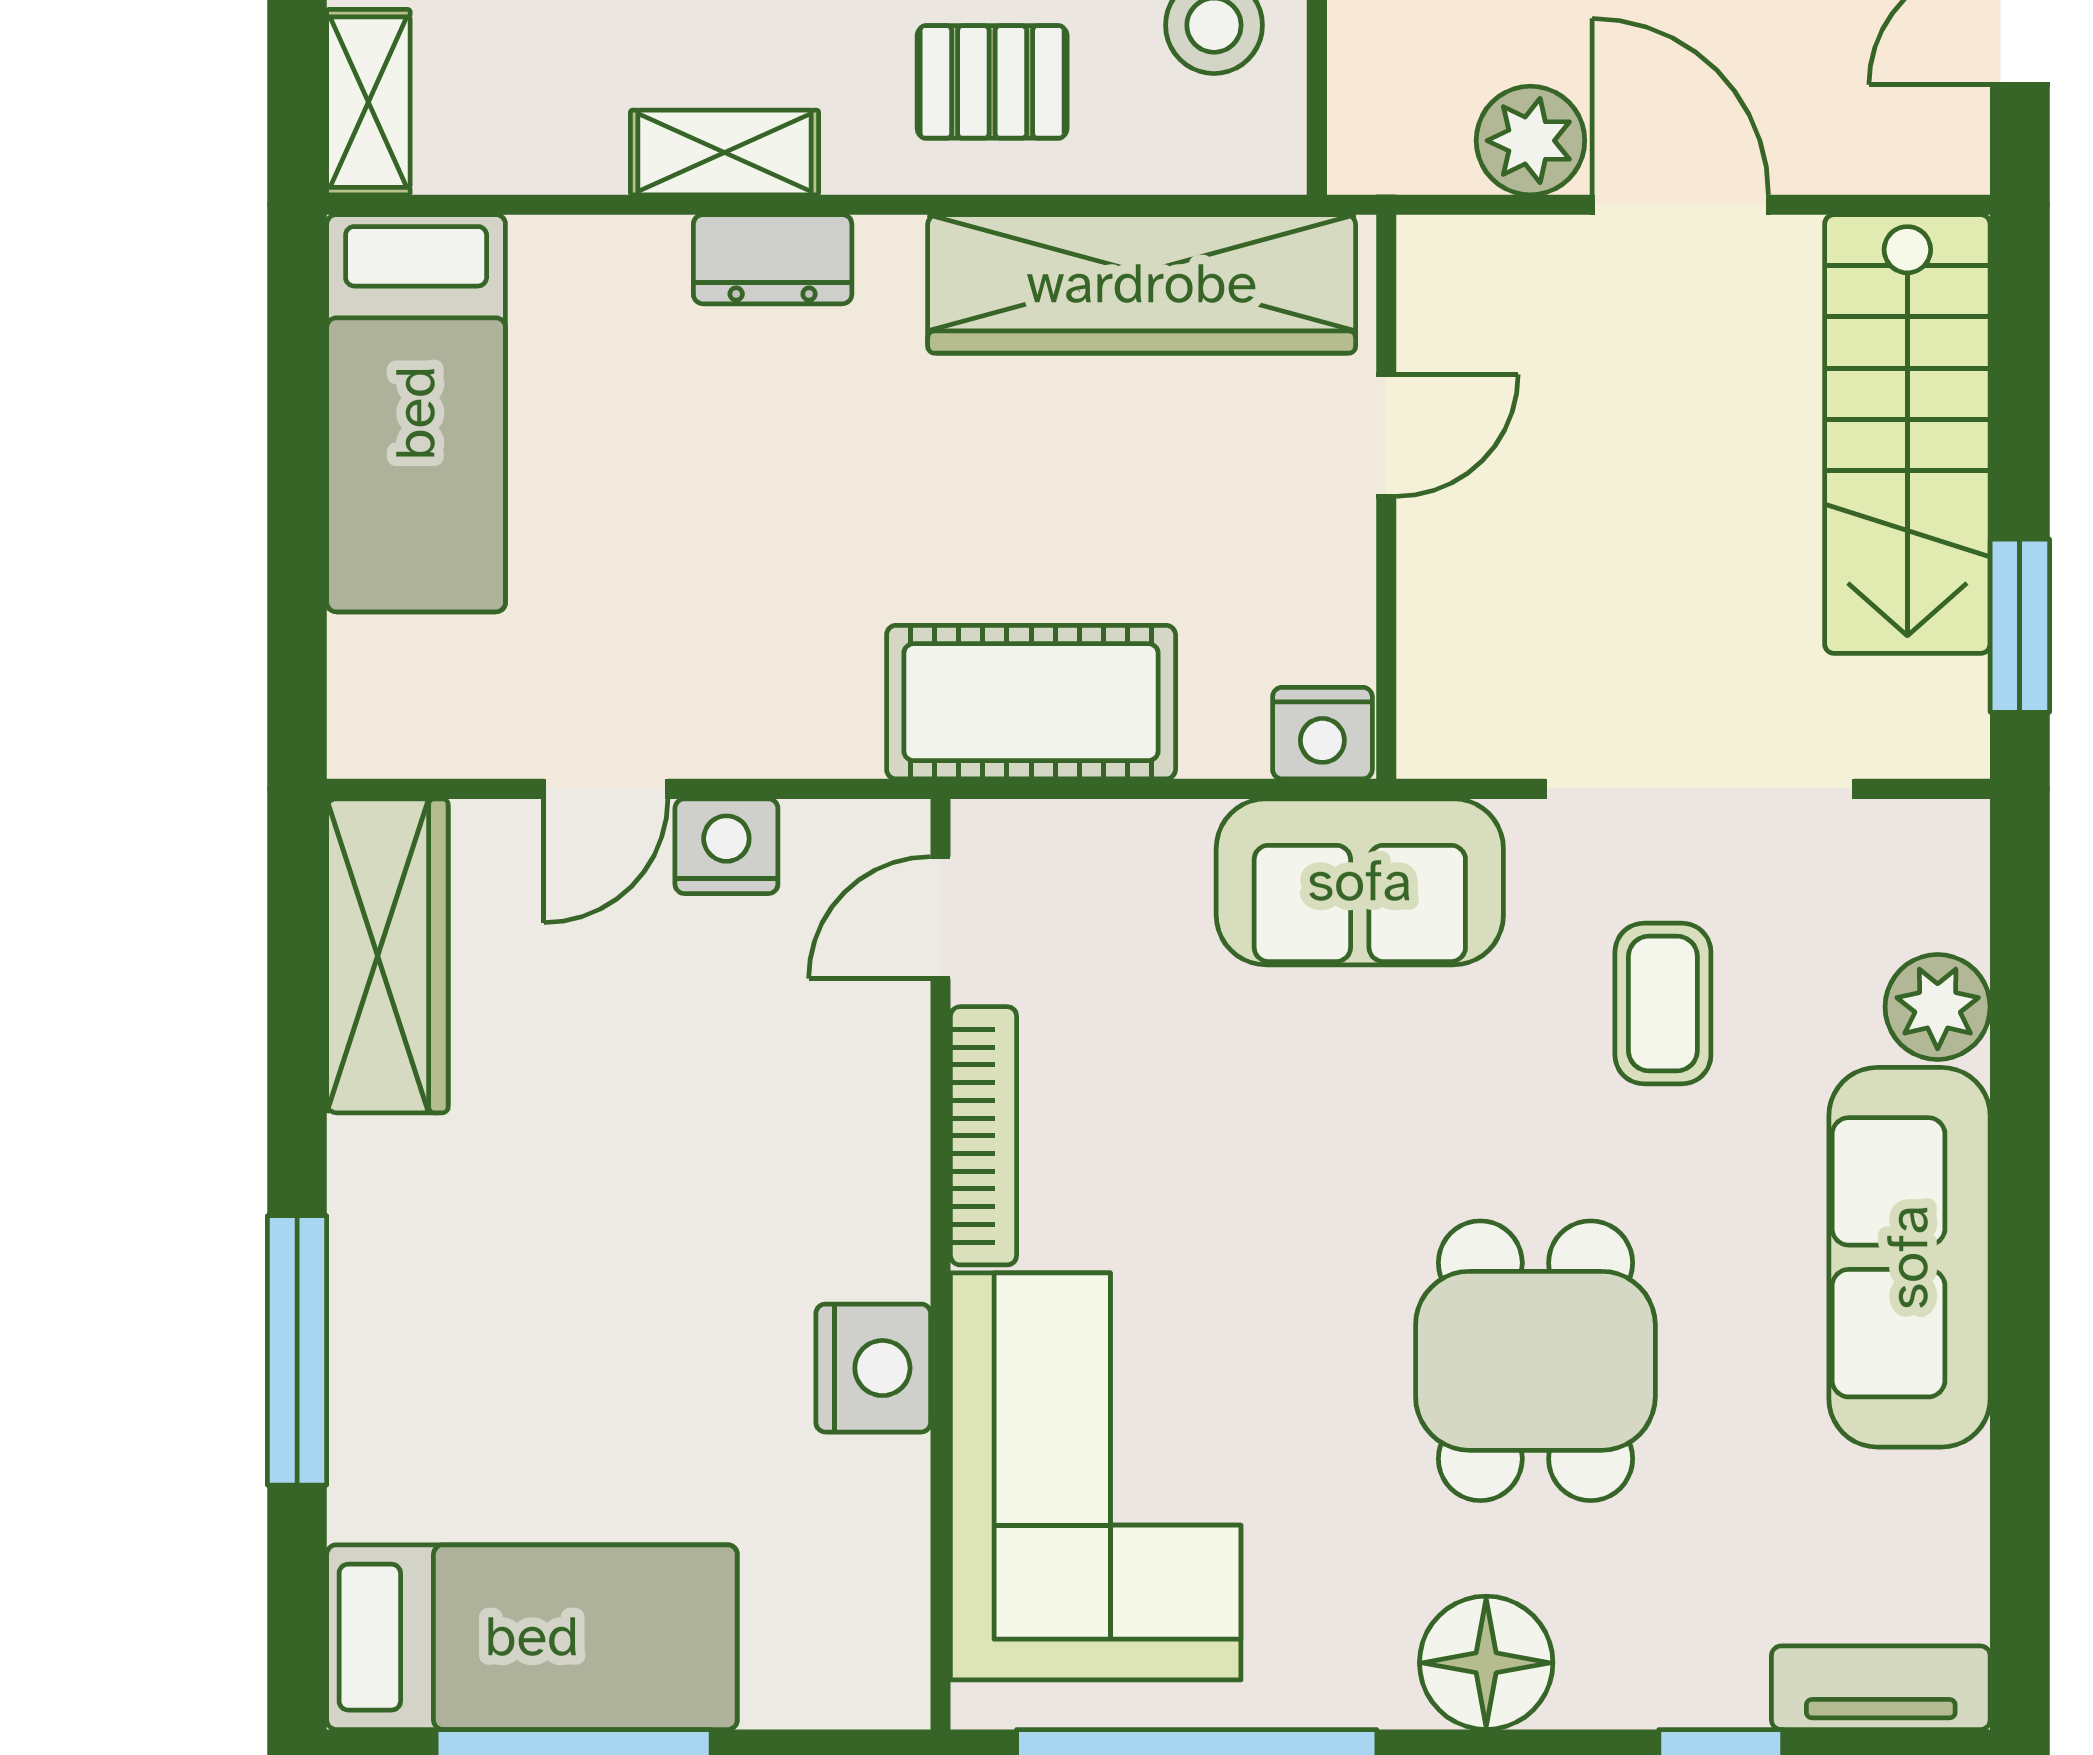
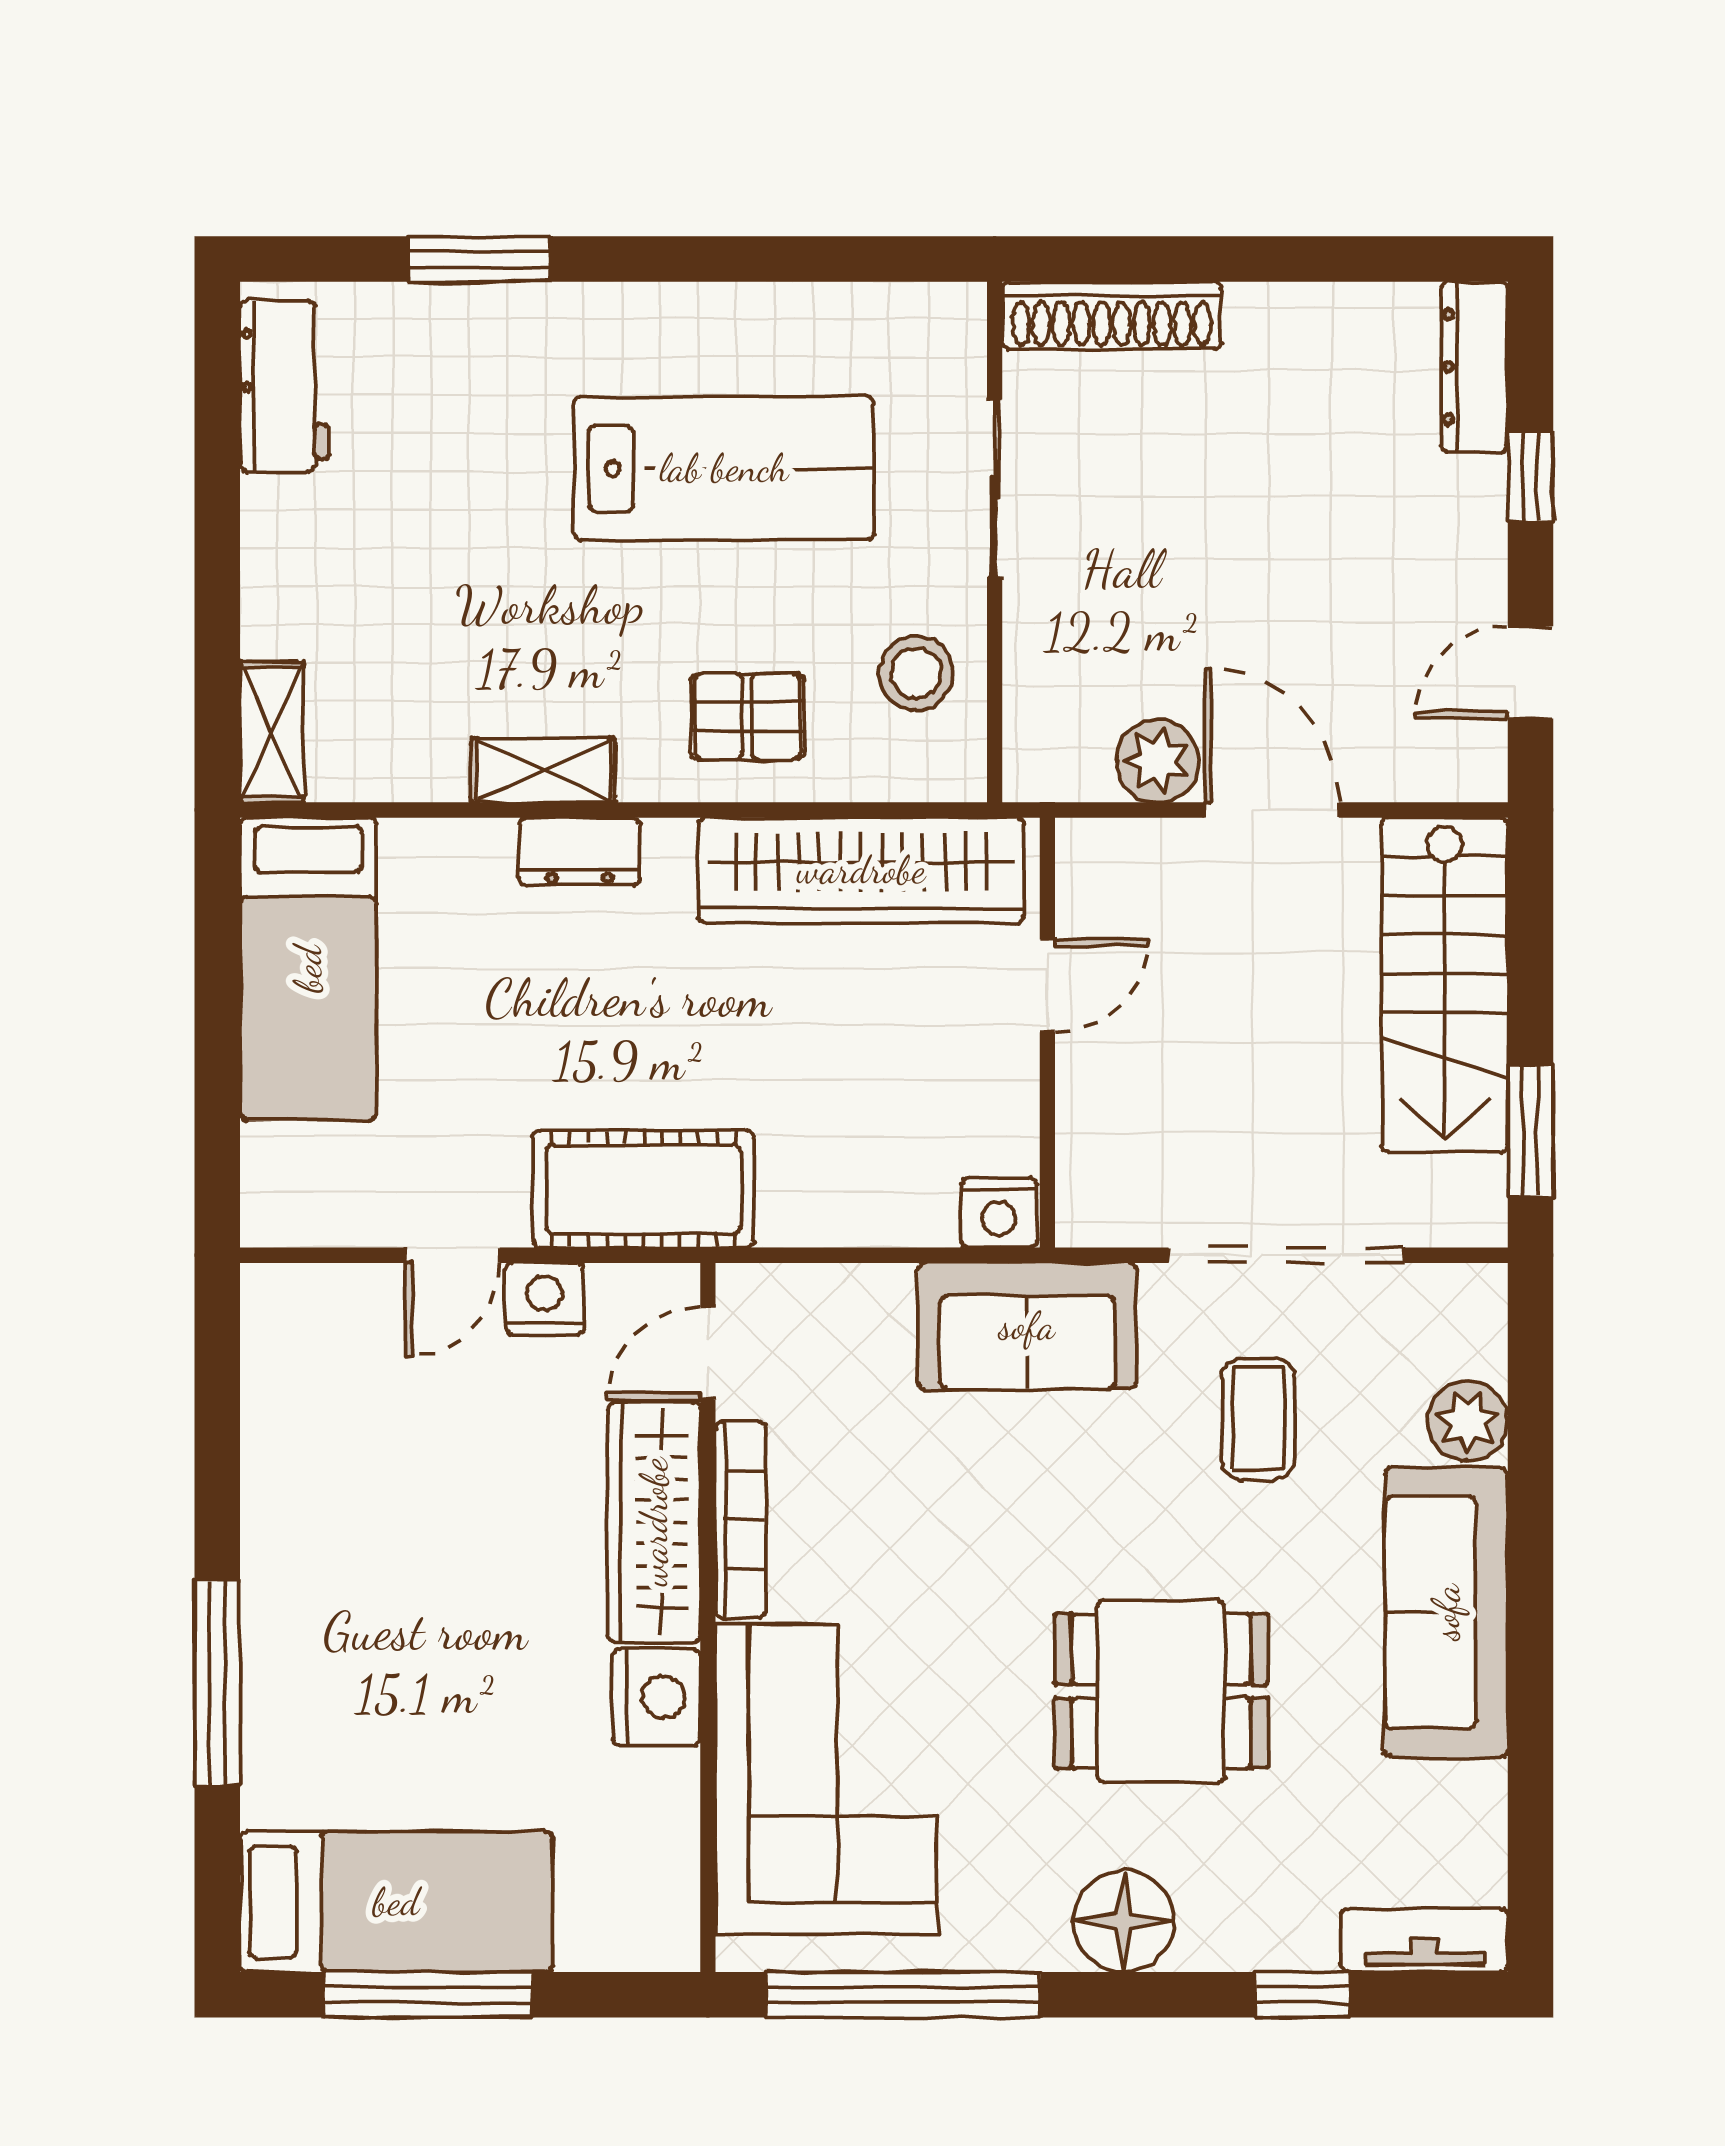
cot: (1031, 702) -> (643, 1189), moved
wardrobe: (387, 956) -> (654, 1522), moved, turned 180
dining table: (1535, 1361) -> (1161, 1691), turned 90

